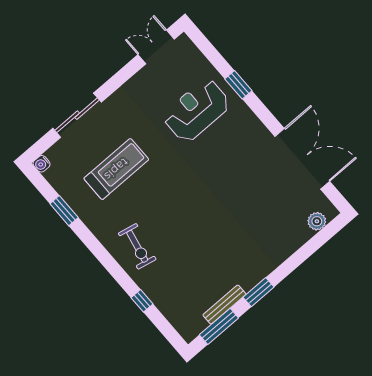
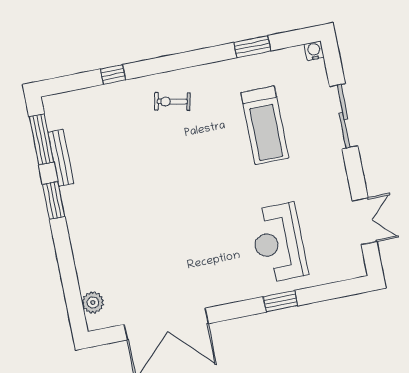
double door: (156, 47) -> (365, 221), moved
reception desk: (196, 110) -> (279, 243), turned 180
exercise bike: (137, 246) -> (172, 102), width x0.73, depth x0.72

